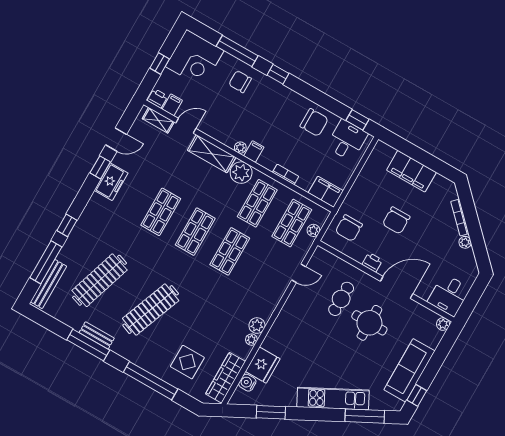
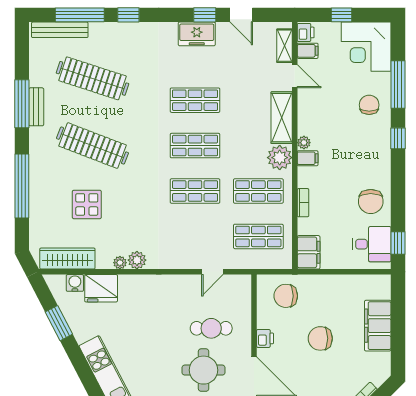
plant: (313, 230) -> (263, 262), removed
door: (299, 273) -> (212, 272), hinge flipped
display table: (187, 362) -> (87, 204), moved

